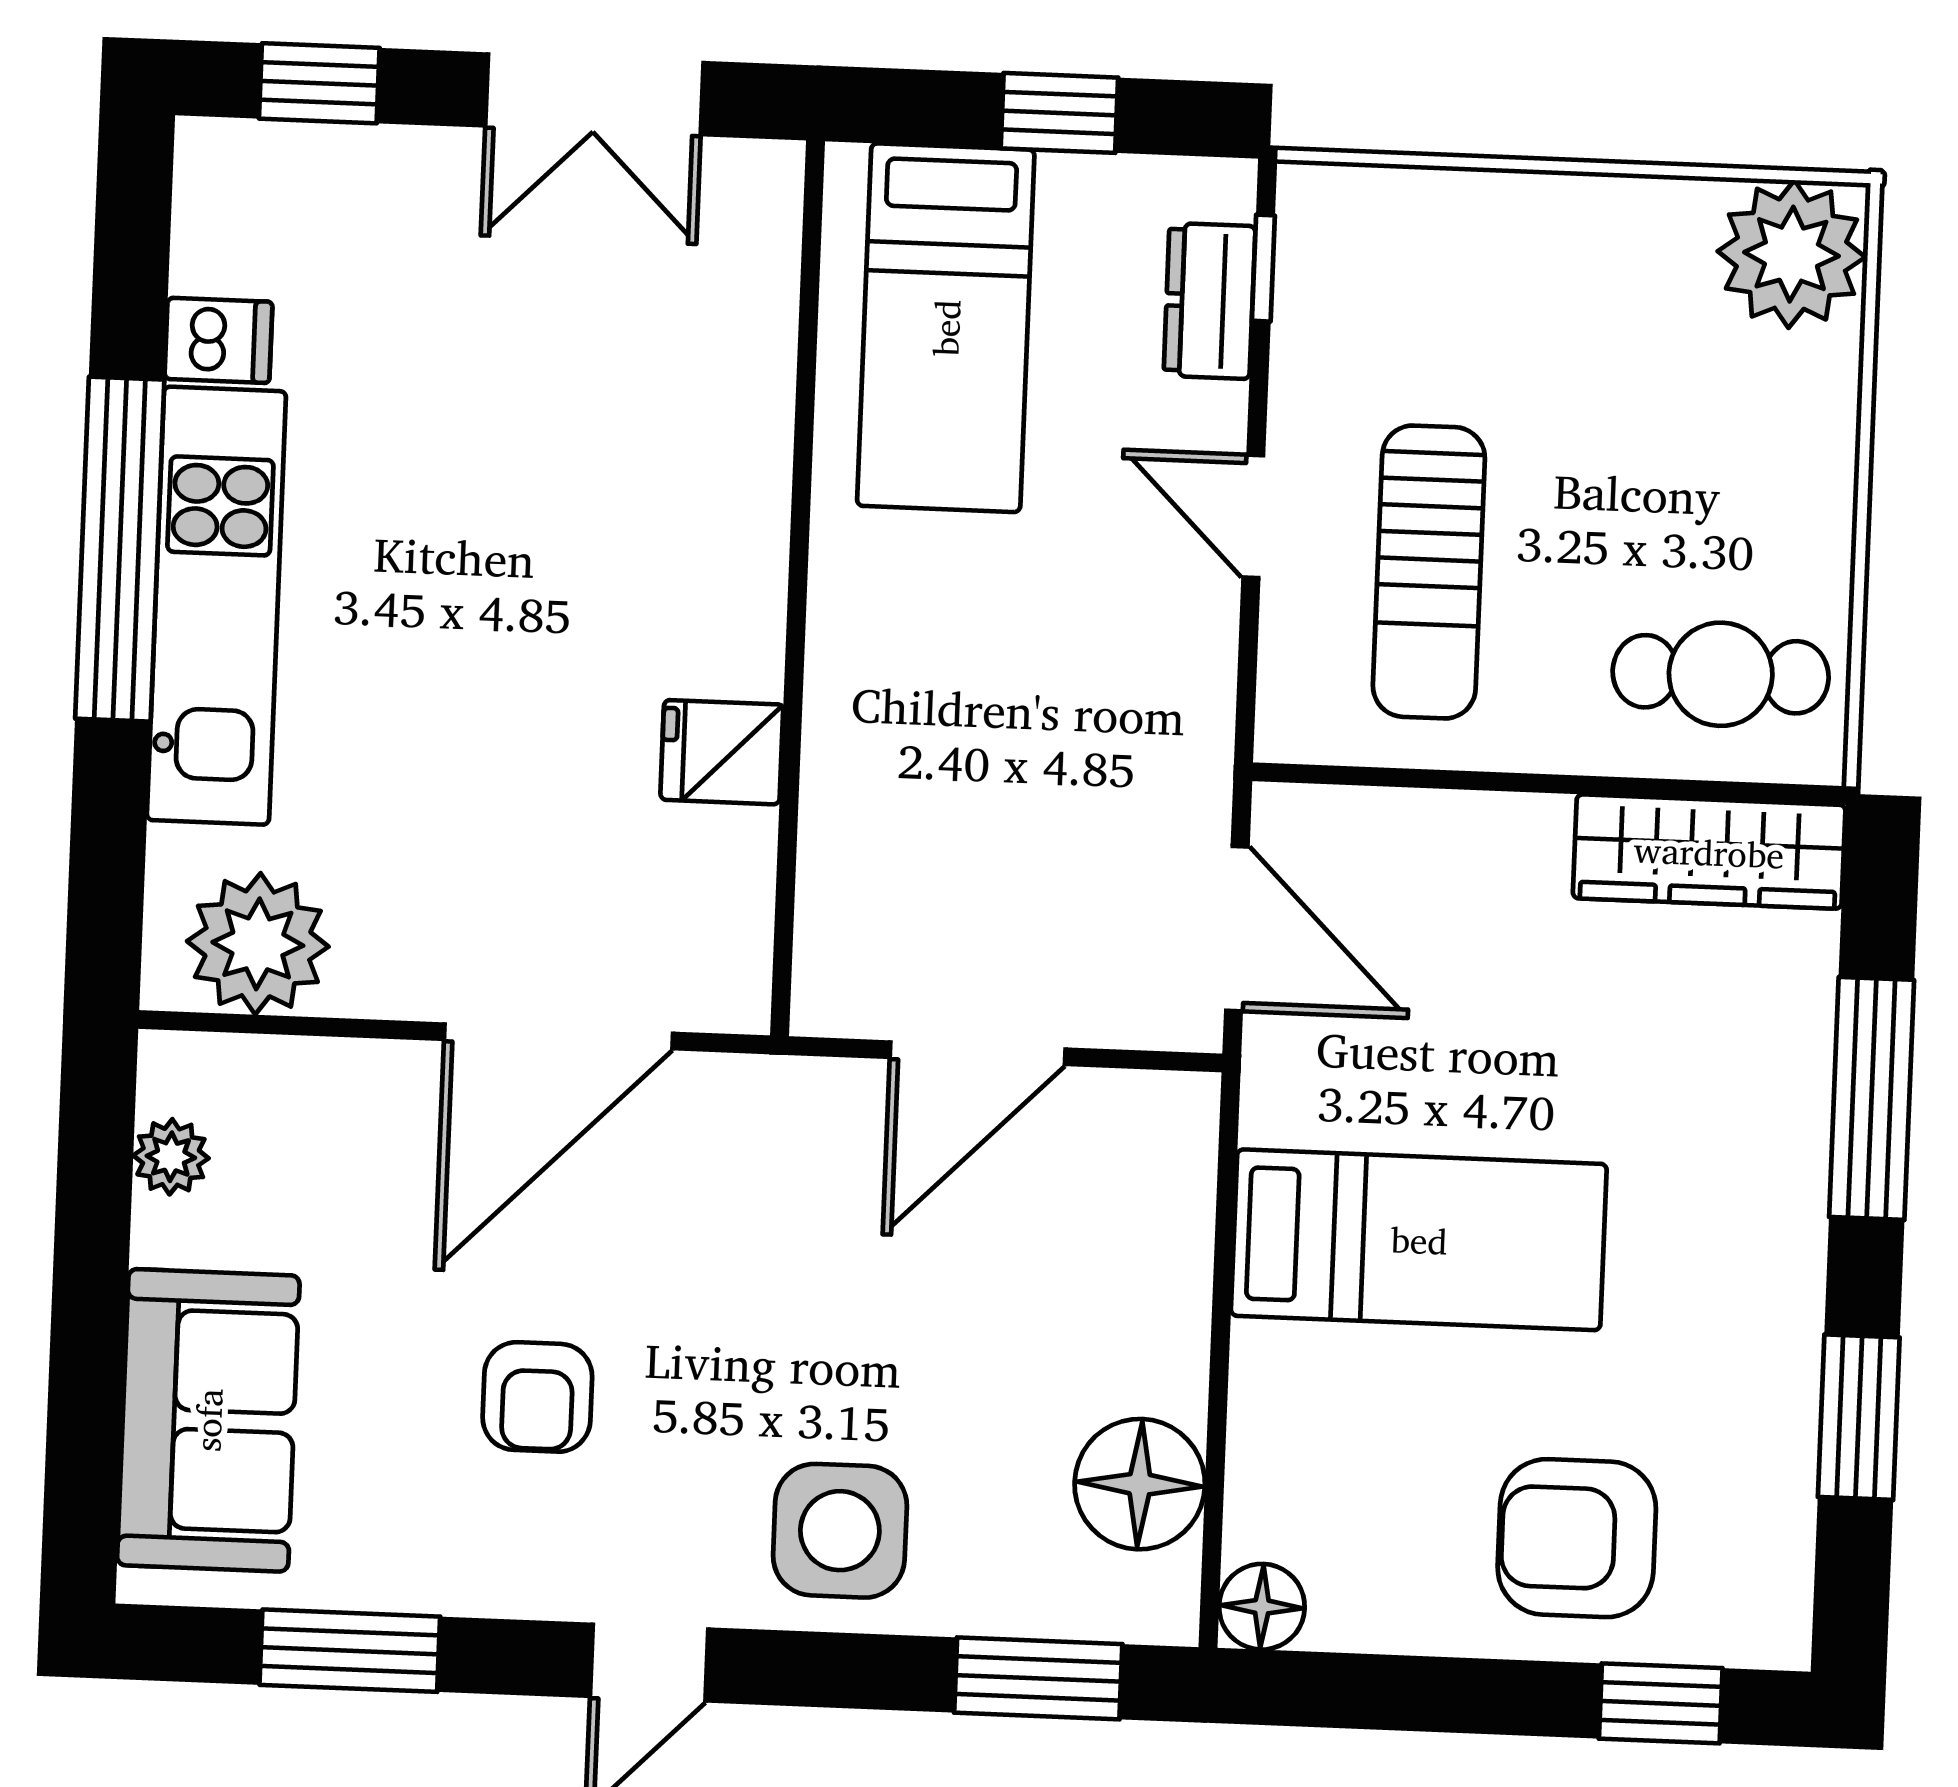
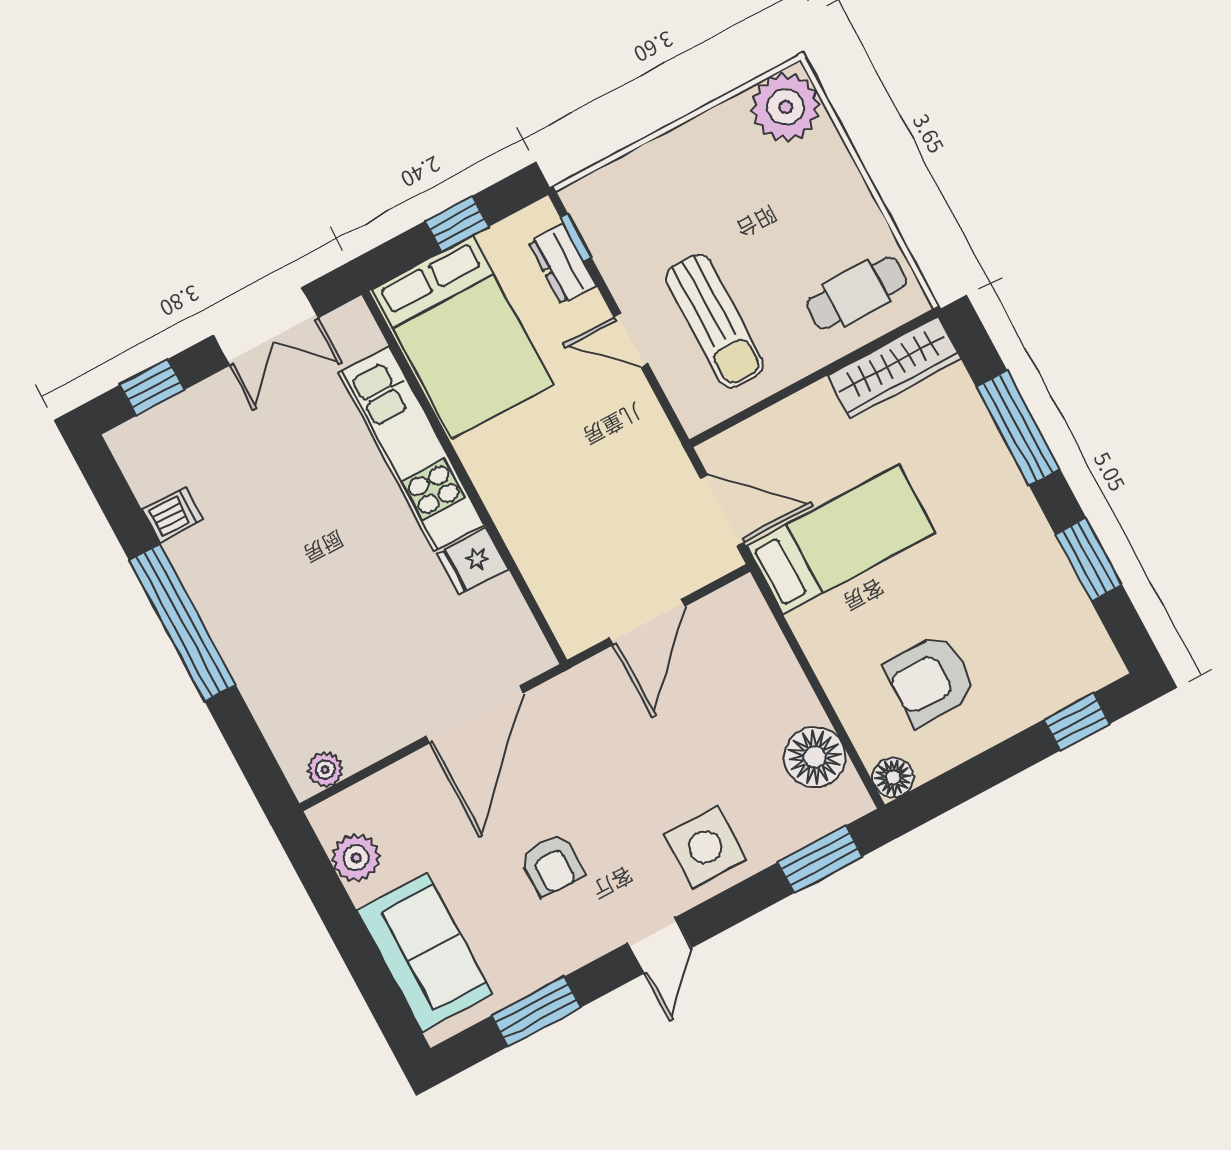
bed: (946, 328) -> (462, 337), width x1.50
kitchen unit: (216, 606) -> (412, 449), moved, turned 180
plant: (258, 944) -> (325, 770), width x0.53, depth x0.53
plant: (171, 1157) -> (356, 858), width x1.38, depth x1.38
bed: (1419, 1240) -> (841, 539), moved
armchair: (1577, 1538) -> (930, 679), moved

